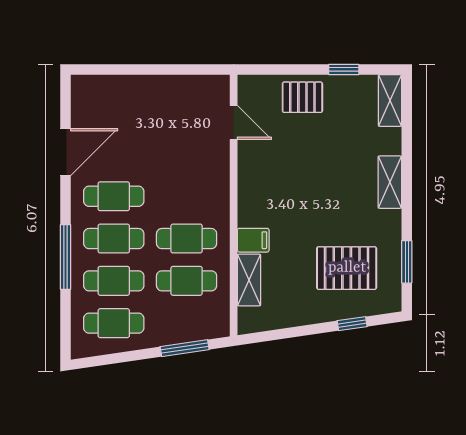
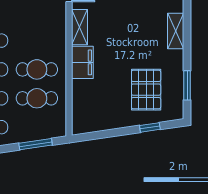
filing cabinet: (253, 240) -> (82, 62), width x2.00
pallet: (347, 268) -> (146, 90), turned 90
shelving: (249, 280) -> (79, 27), moved

